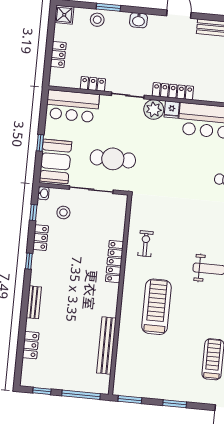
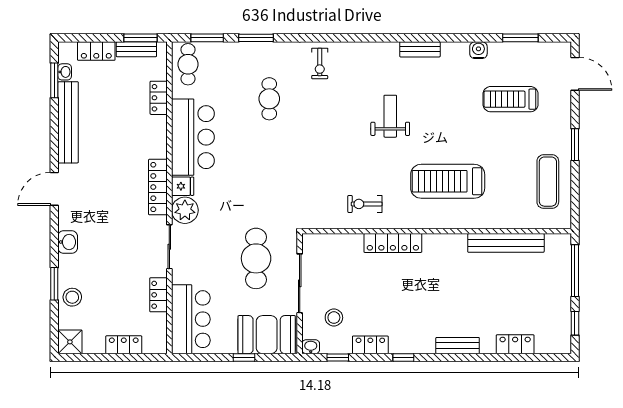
exercise mat: (149, 381) -> (548, 182), added
window: (130, 400) -> (575, 205), removed

